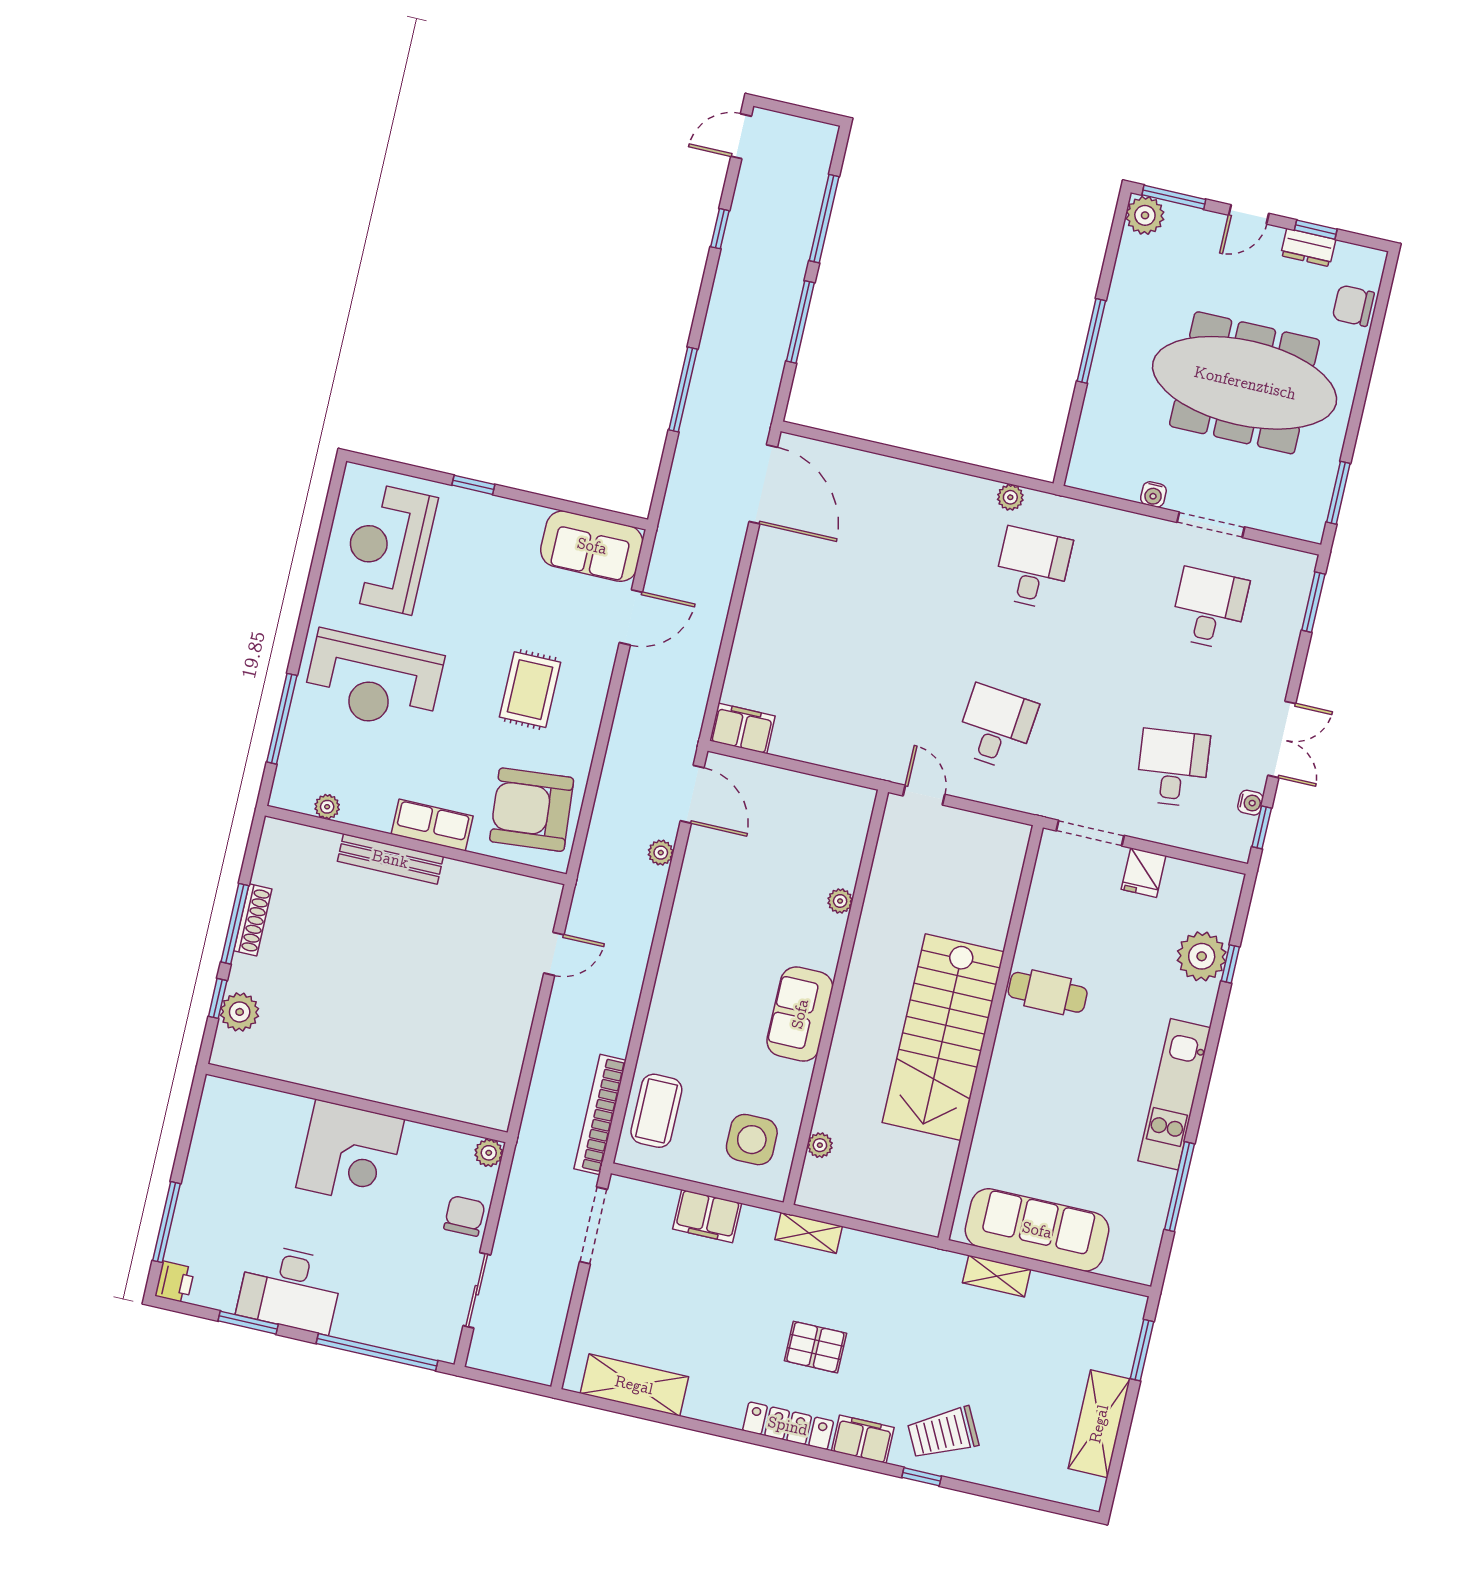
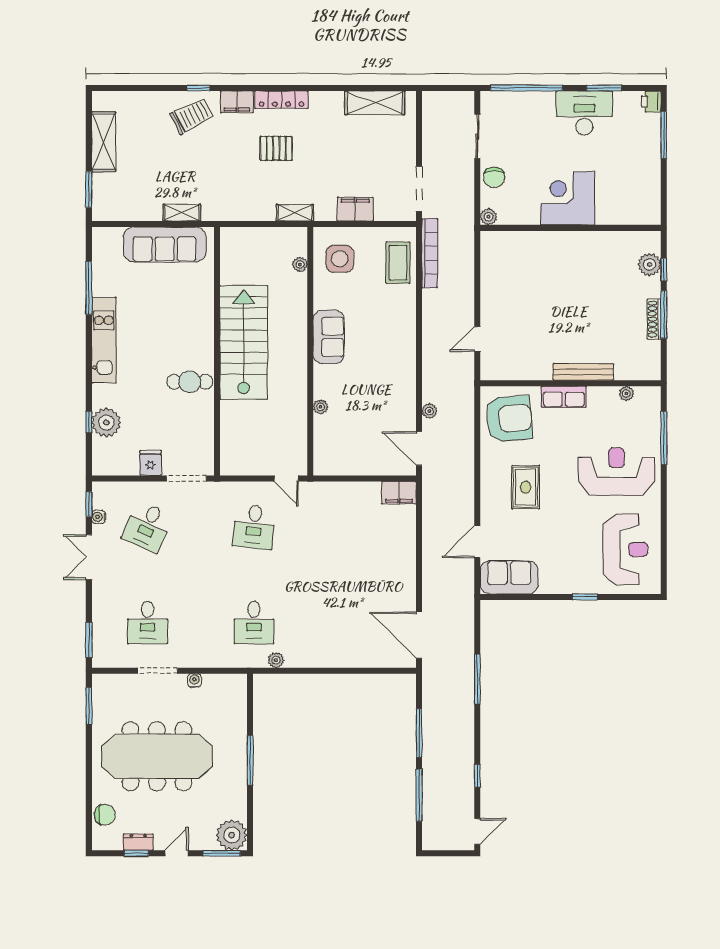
plant: (1145, 215) -> (232, 835), width x1.36, depth x1.36
desk: (1173, 768) -> (148, 527), turned 30

